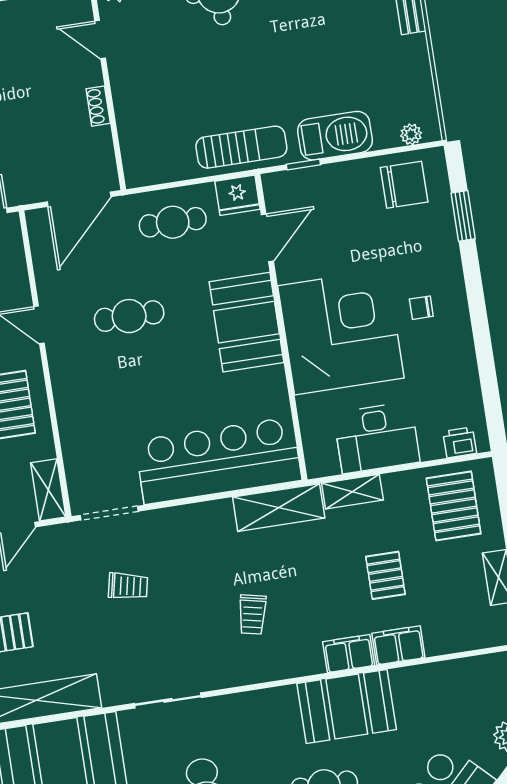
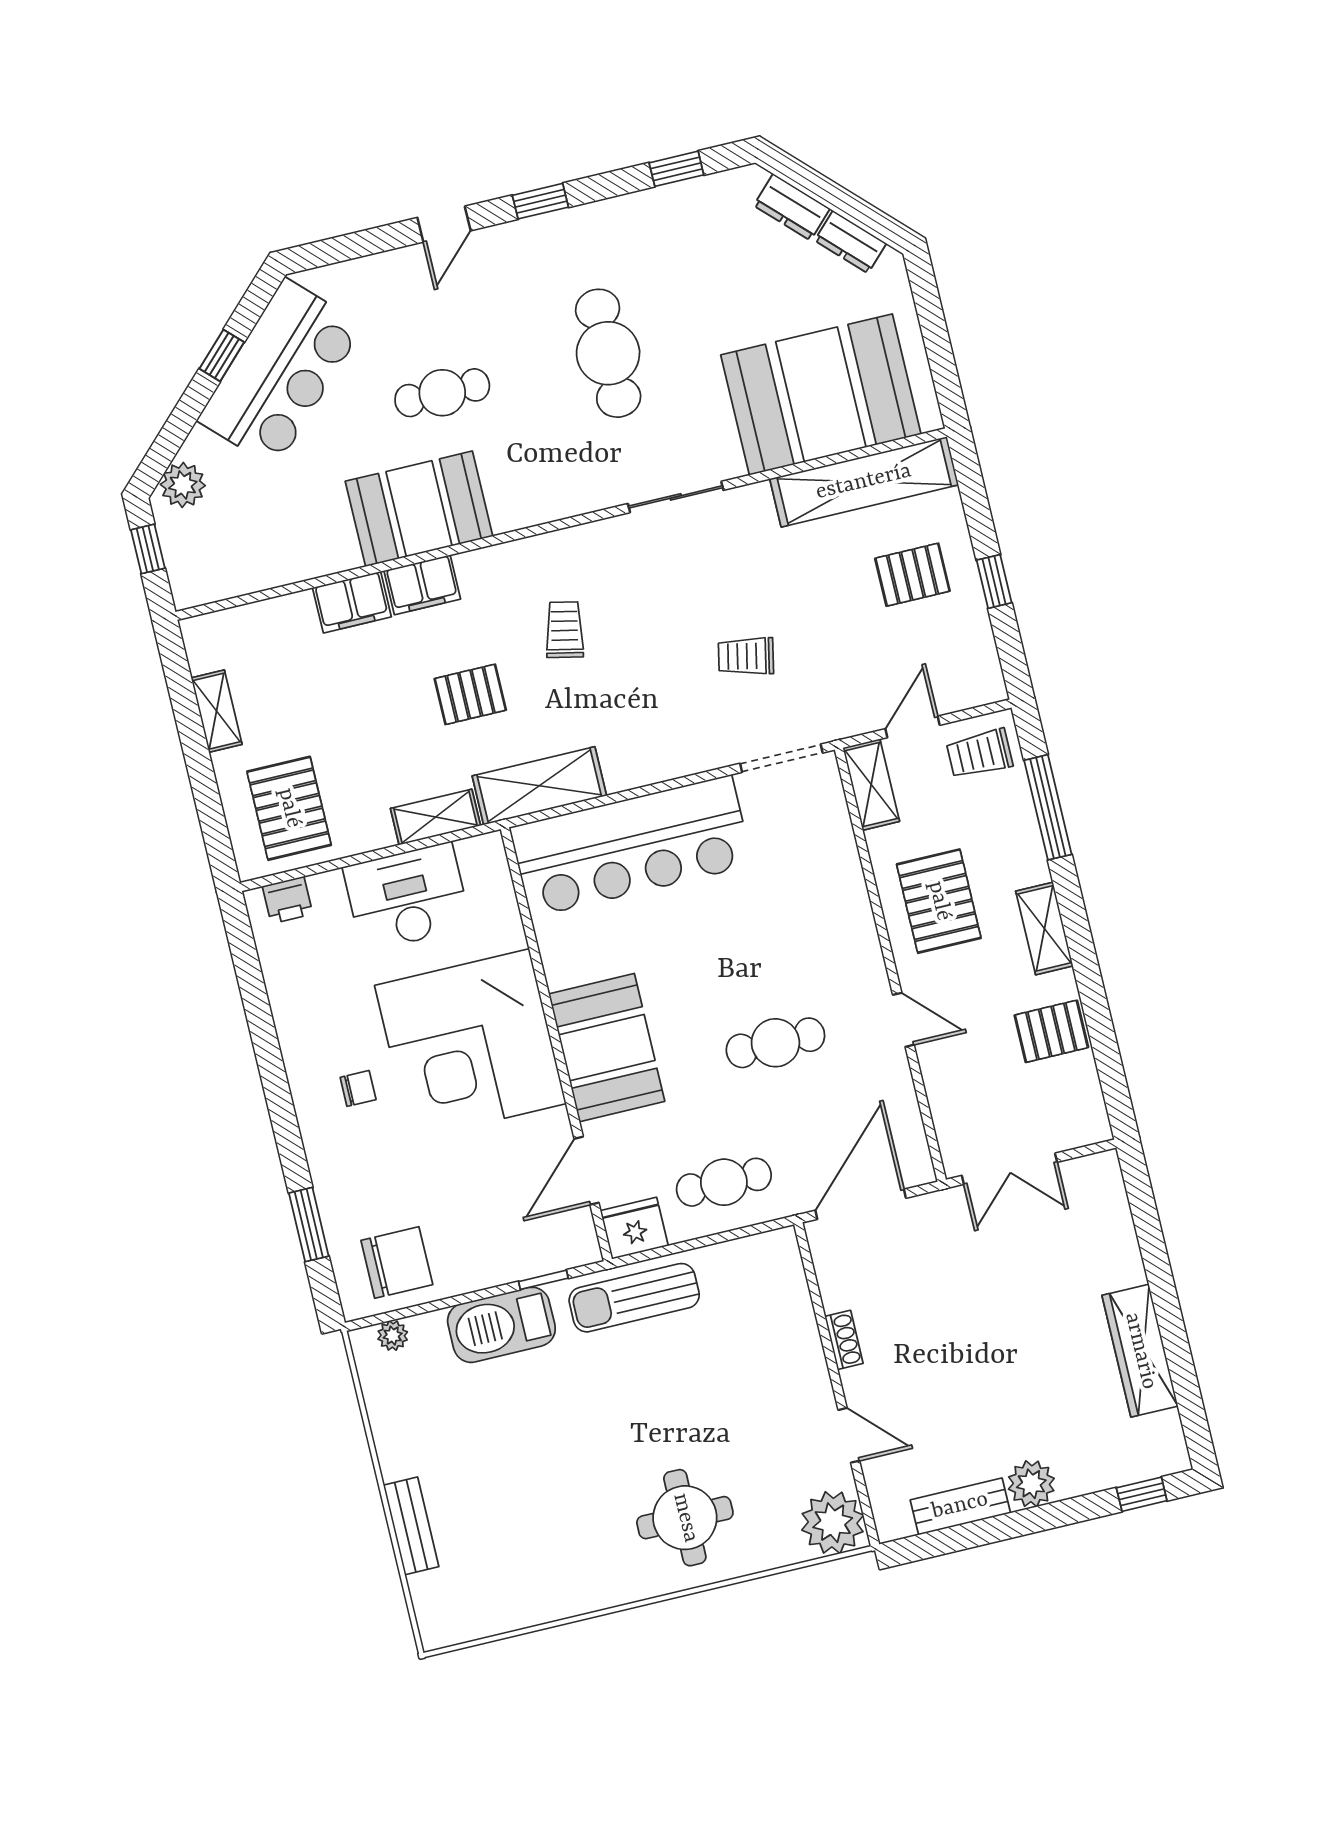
chair: (404, 185) -> (397, 1262), turned 180
pallet: (385, 575) -> (470, 694), moved, turned 90

